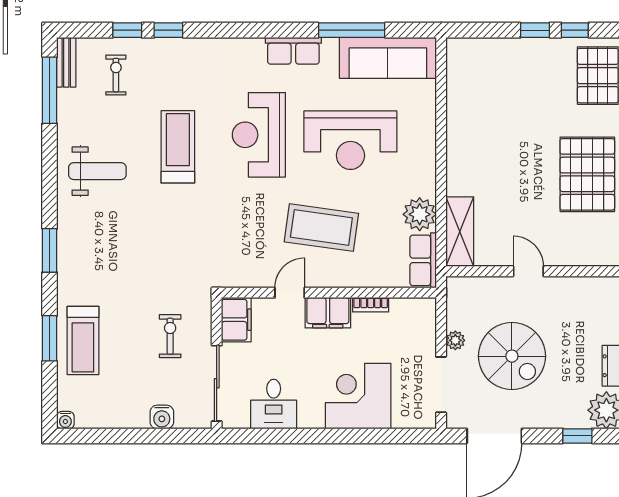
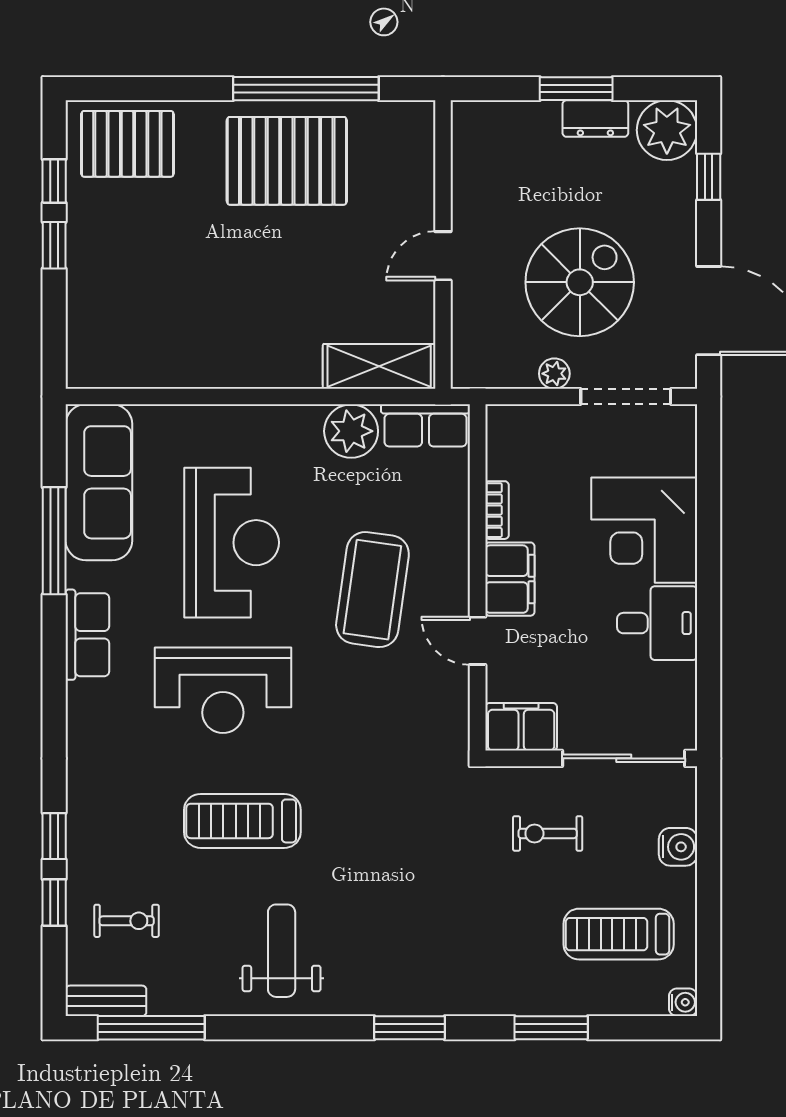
exercise bike: (116, 75) -> (127, 921), turned 180
treadmill: (83, 341) -> (619, 934), moved, turned 180
desk: (274, 404) -> (657, 623), moved

